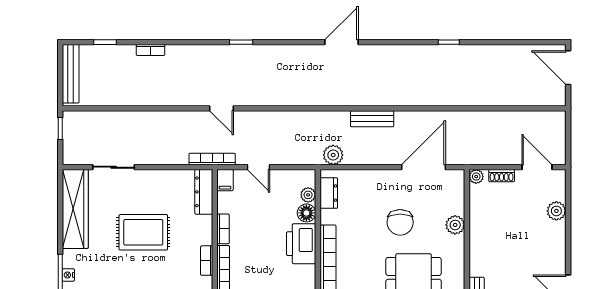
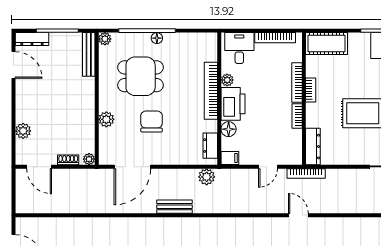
door: (258, 167) -> (268, 167), swing flipped
filing cabinet: (225, 180) -> (230, 158), moved, turned 90
plant: (308, 195) -> (227, 80), moved

